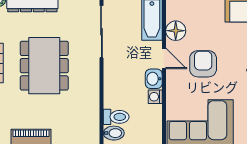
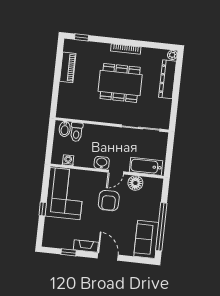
armchair: (203, 64) -> (109, 201), turned 90
washing machine: (155, 97) -> (68, 160), moved

